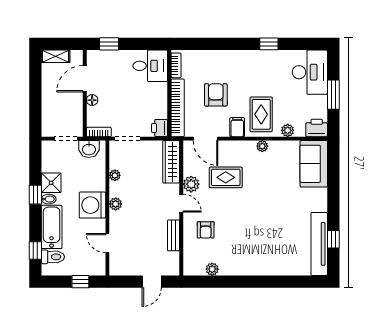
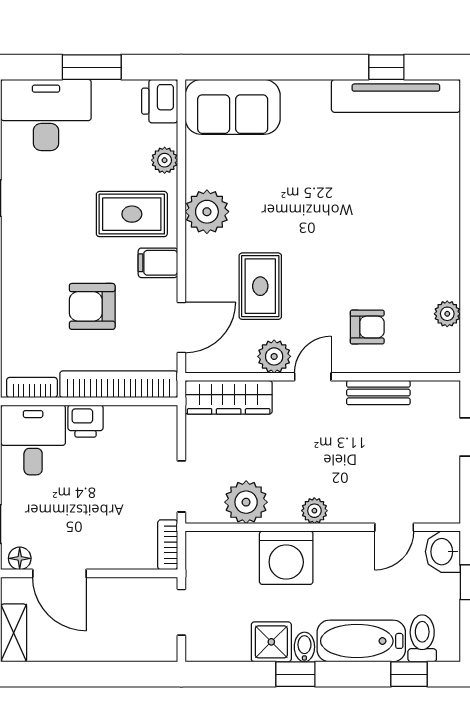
floor lamp: (92, 100) -> (20, 558), moved
printer: (160, 128) -> (86, 421), moved
plant: (262, 146) -> (207, 212), width x1.88, depth x1.88
washbasin: (89, 149) -> (443, 552), moved, turned 180
plant: (115, 175) -> (246, 502), width x1.87, depth x1.87
washing machine: (92, 205) -> (286, 558), moved

